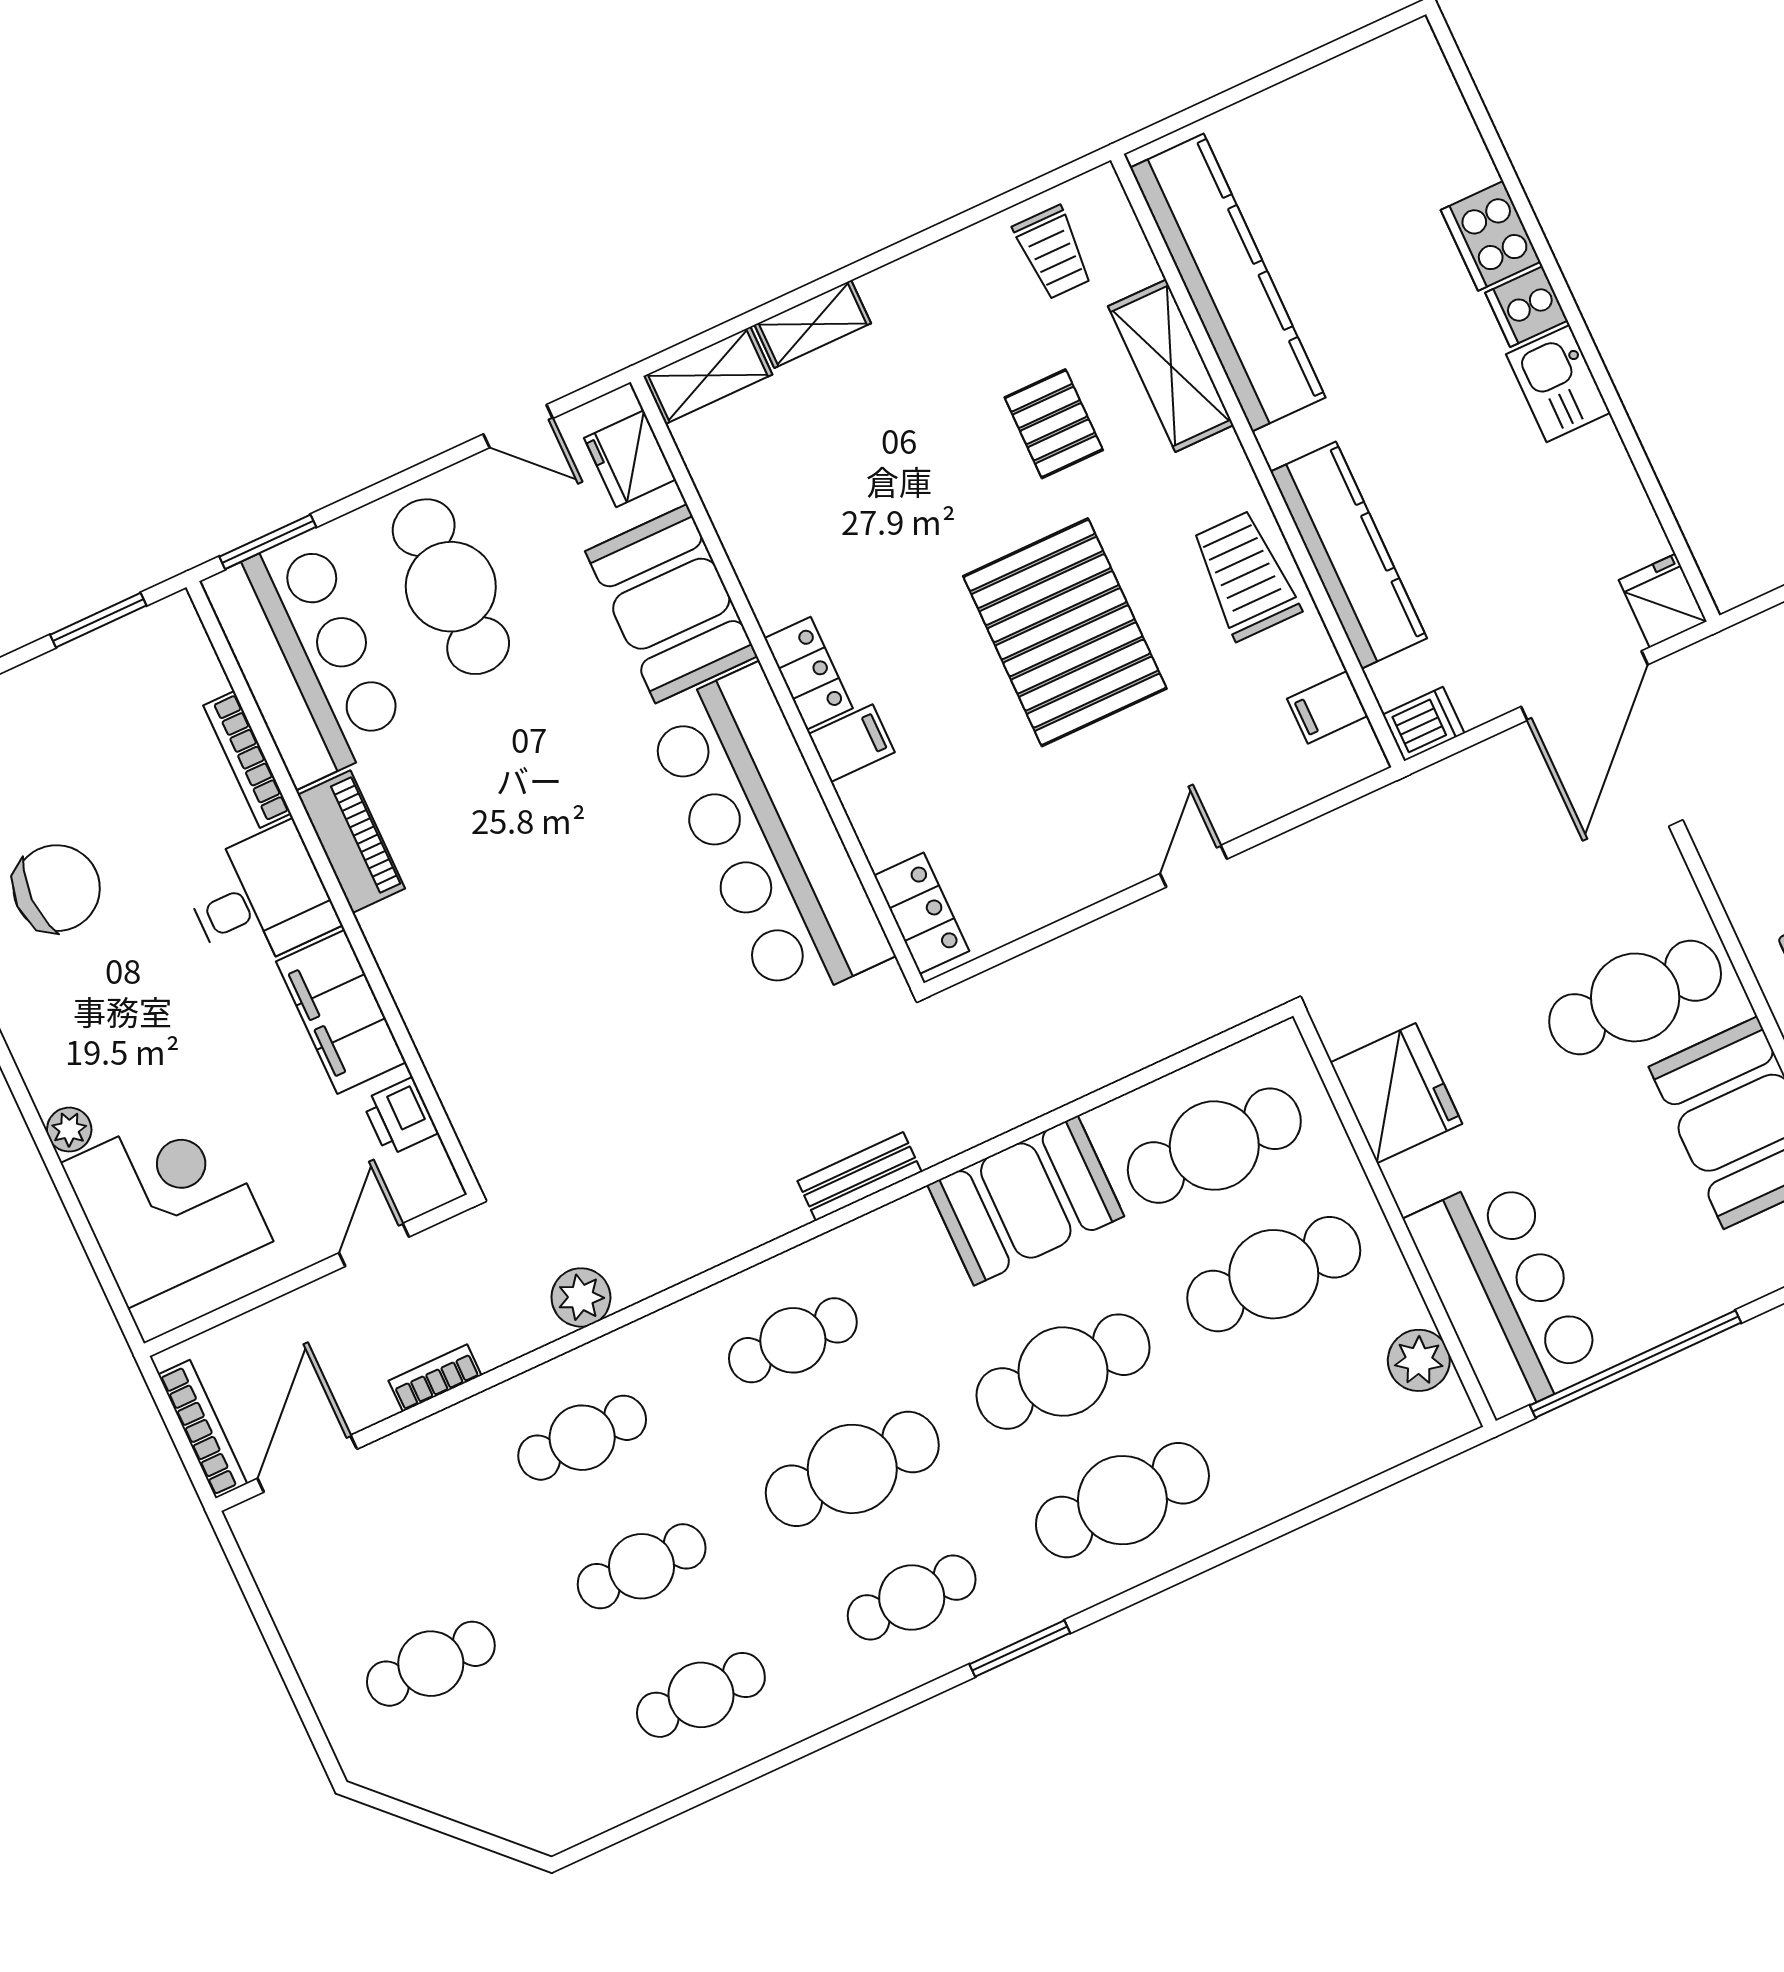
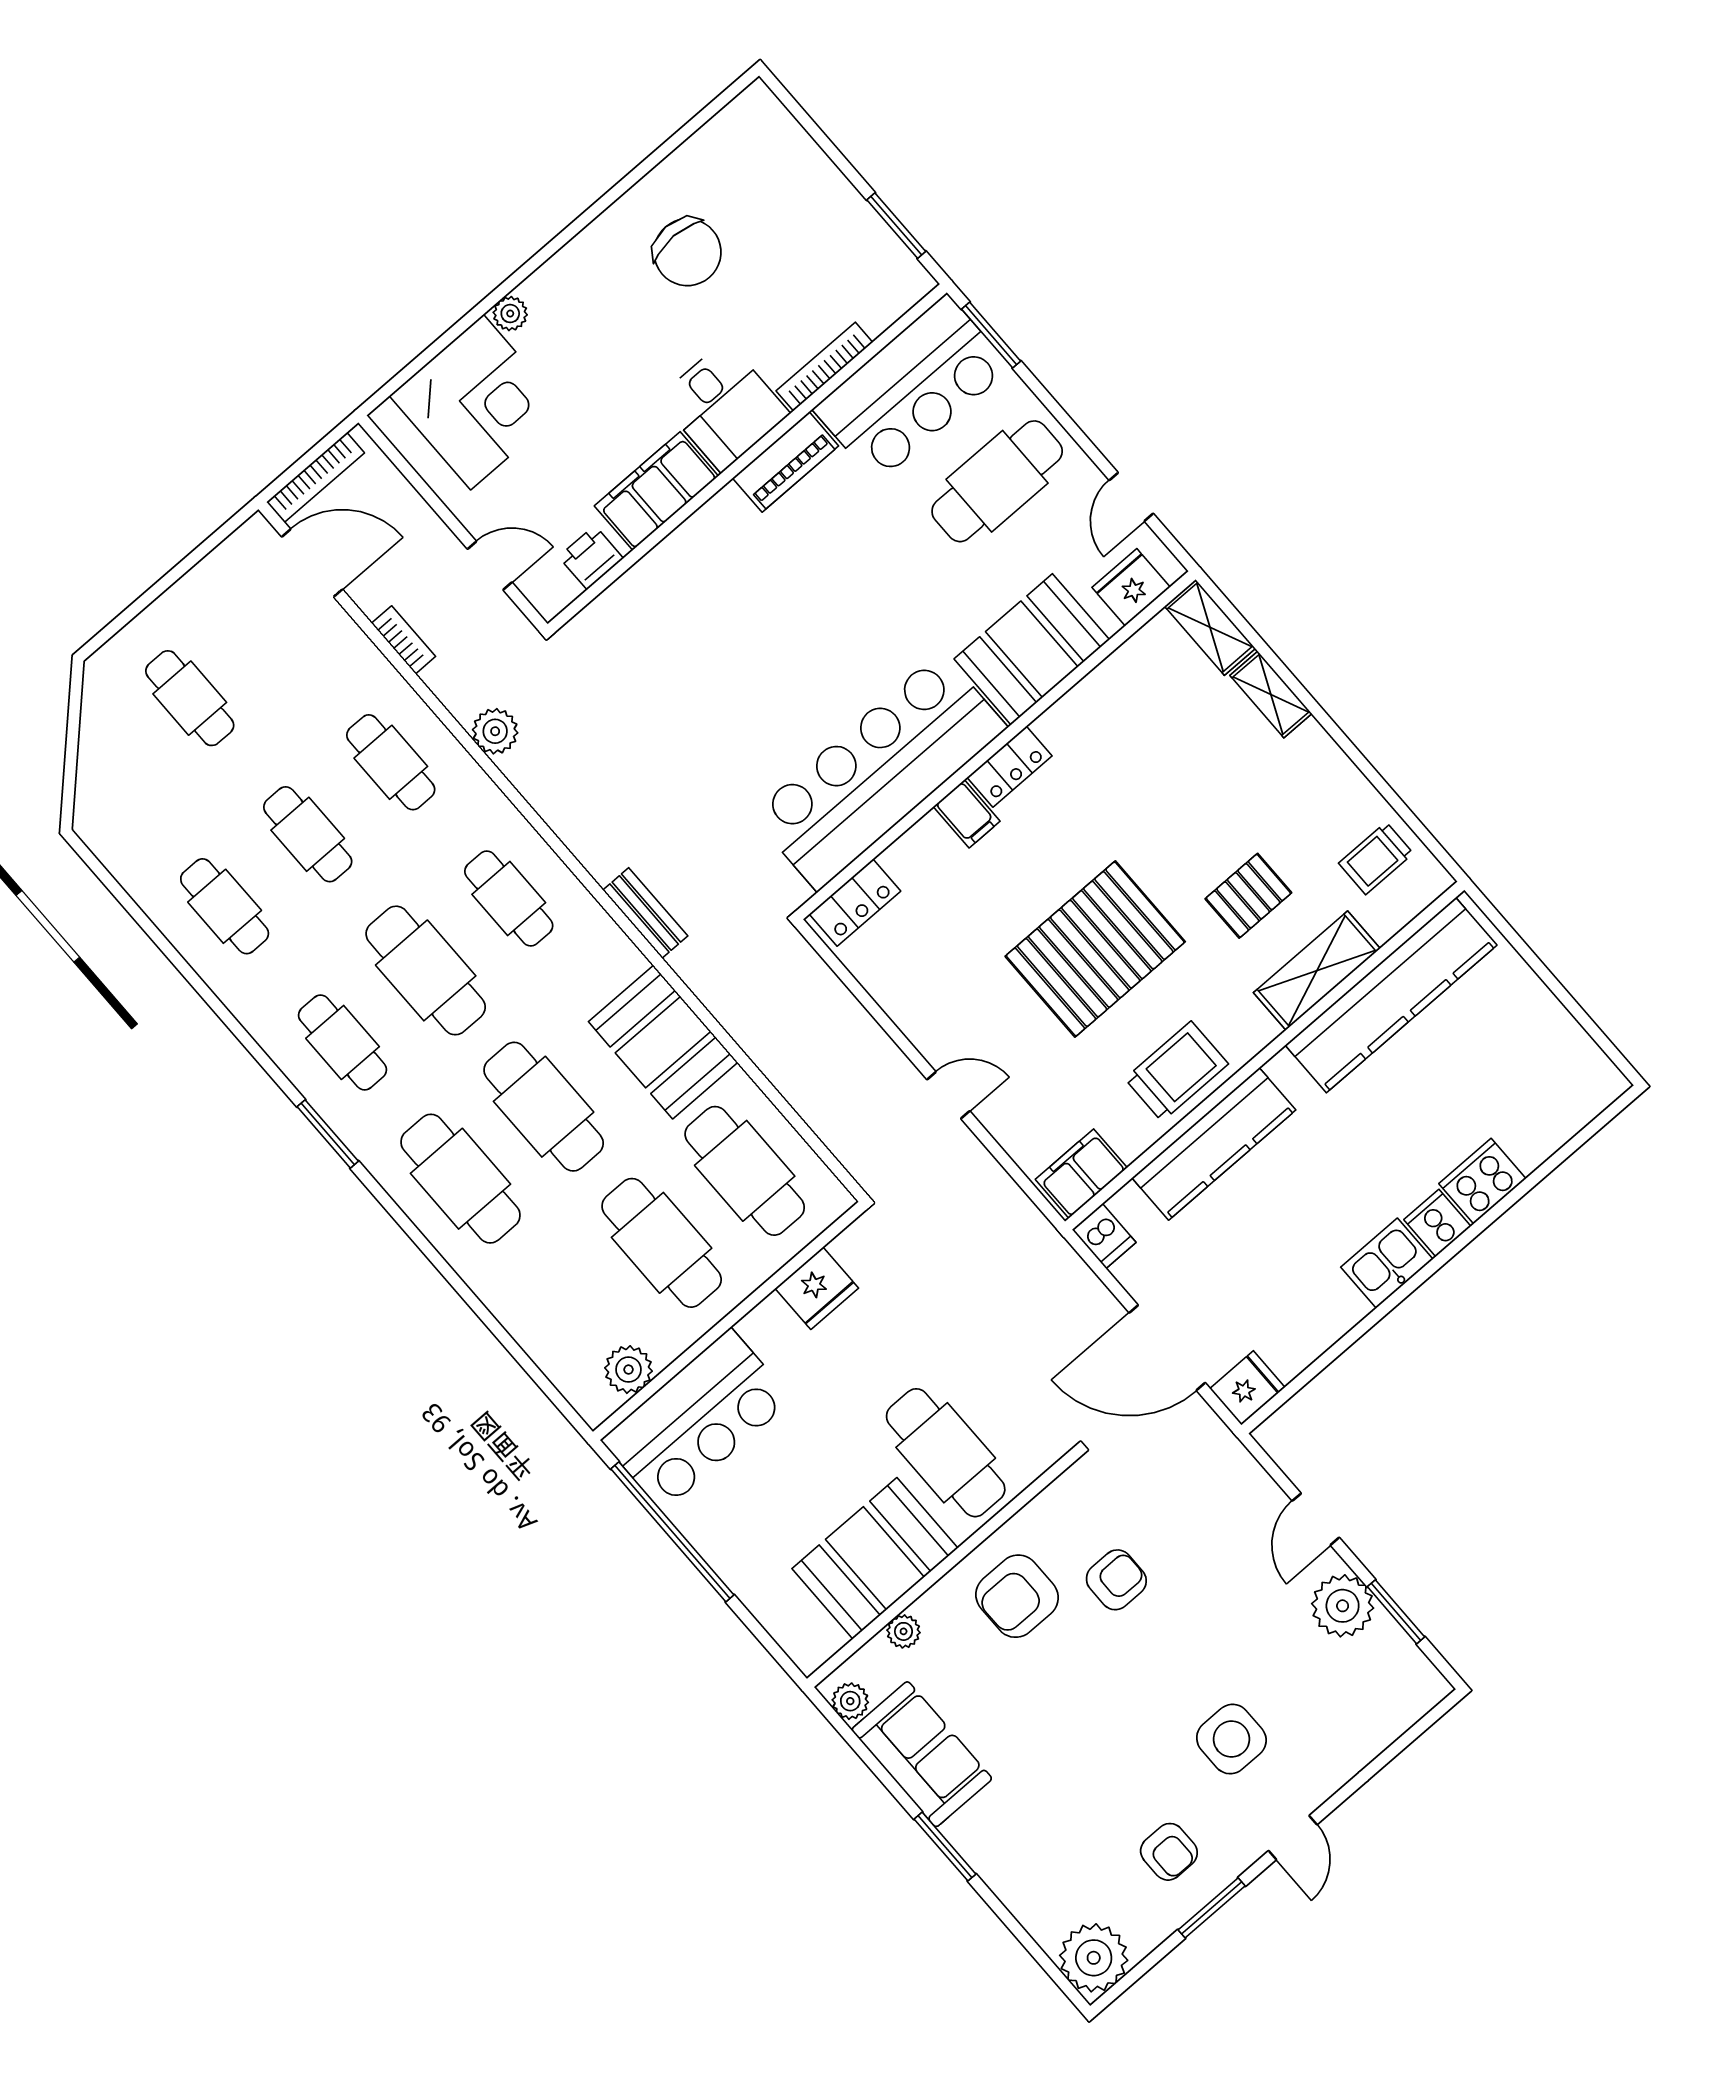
filing cabinet: (1328, 707) -> (1081, 1174), width x2.00
fridge: (1396, 1093) -> (817, 1288), width x0.73, depth x0.75

